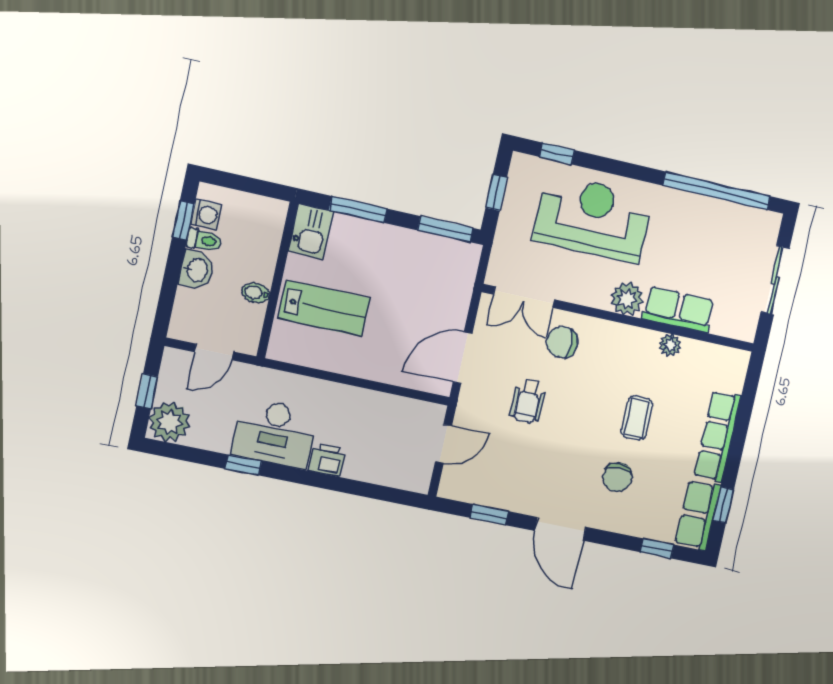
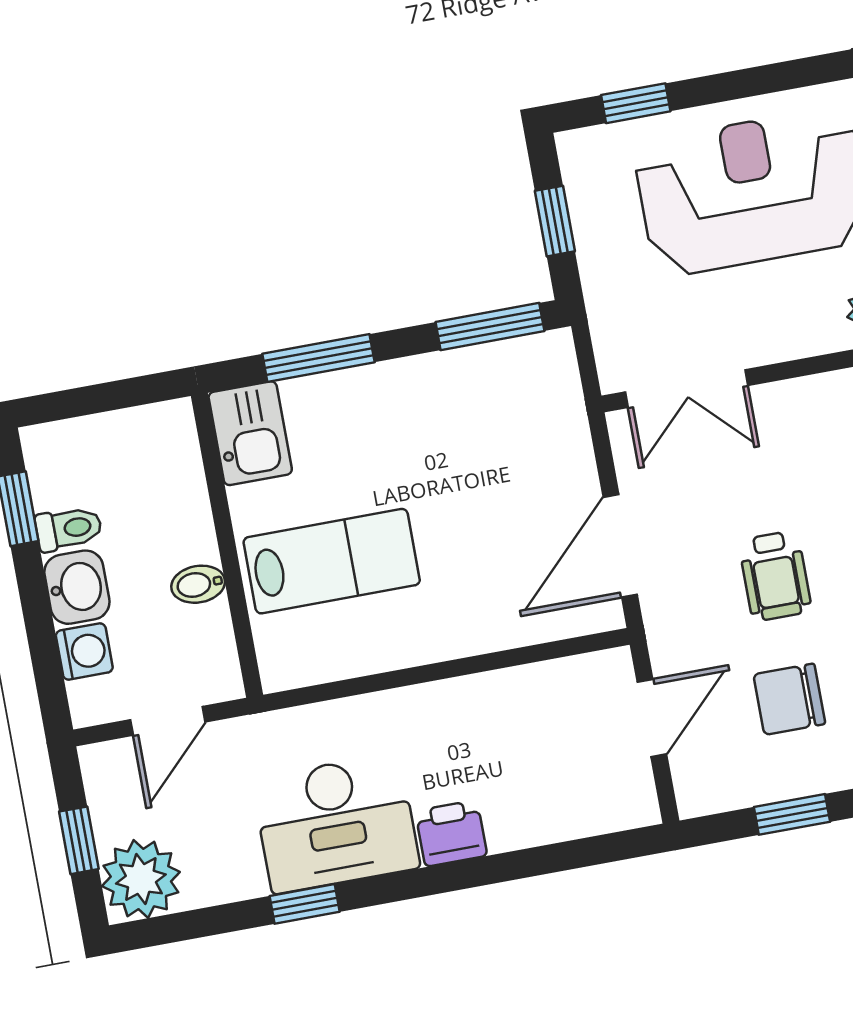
washing machine: (206, 214) -> (84, 651), moved
chair: (562, 342) -> (789, 699), moved

